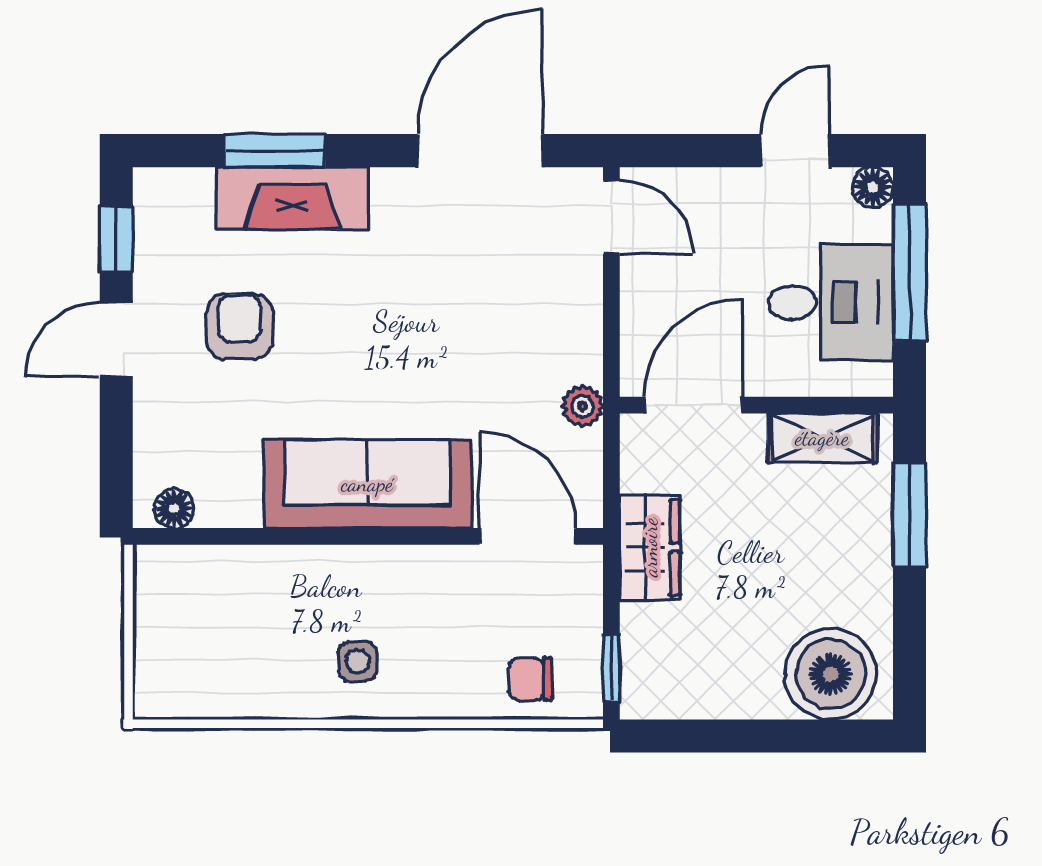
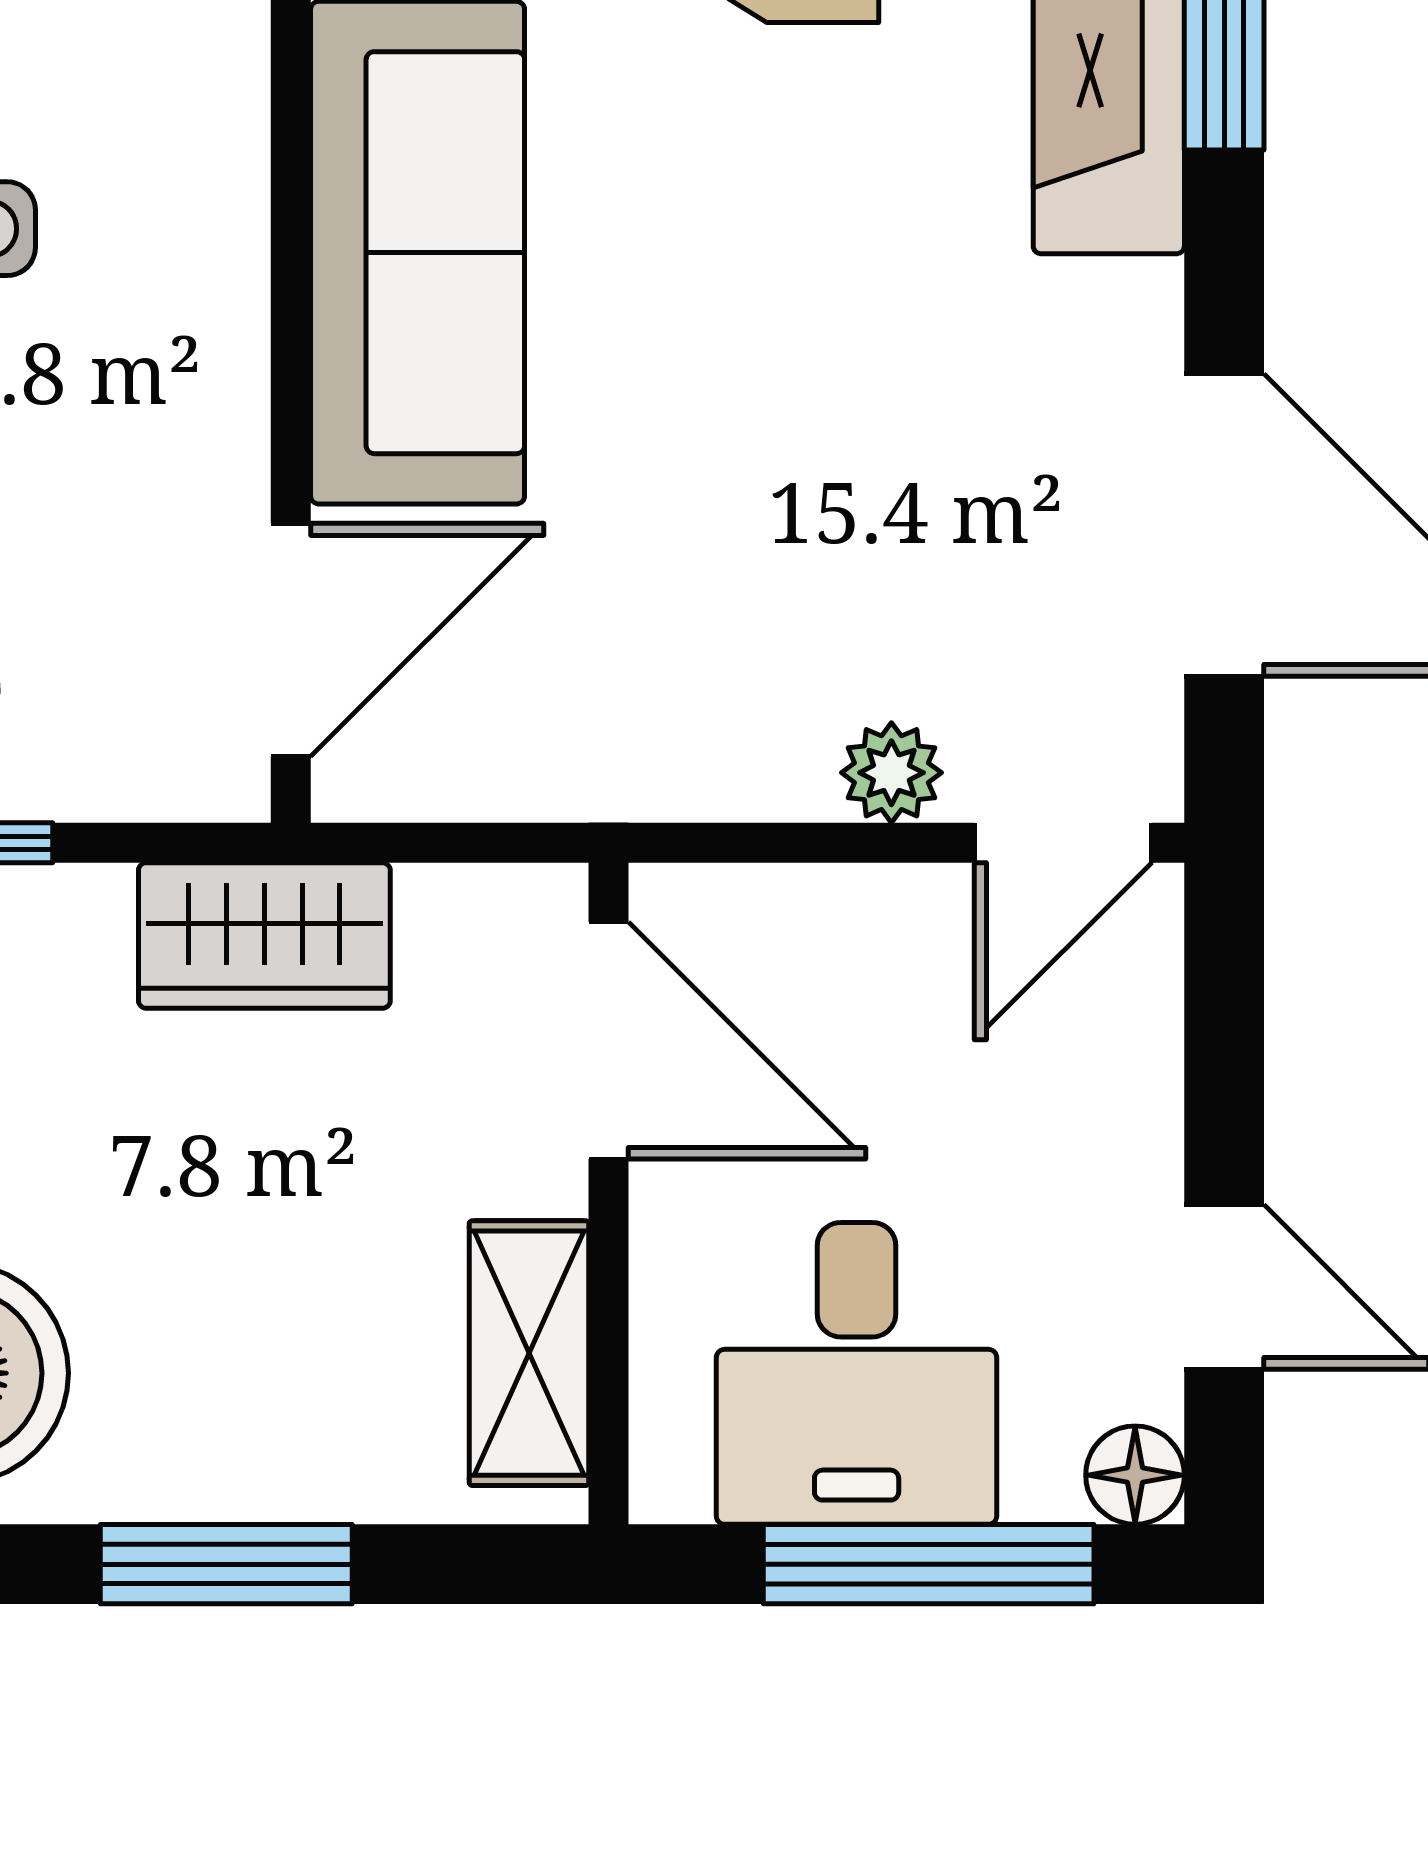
plant: (582, 406) -> (891, 773), moved
window: (910, 515) -> (226, 1564), moved

